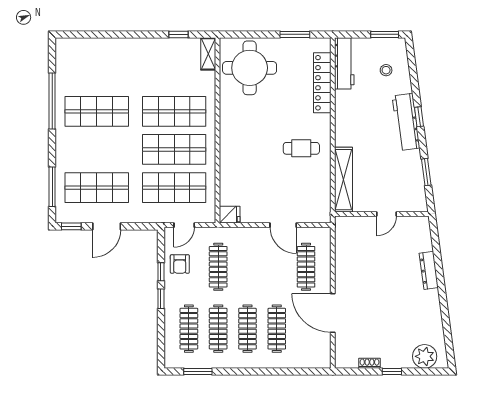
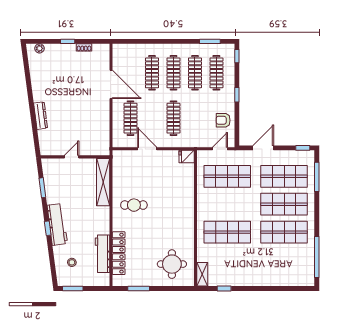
workbench: (344, 63) -> (103, 254), moved
round table: (250, 68) -> (172, 264), width x0.73, depth x0.73
window: (52, 101) -> (317, 257), moved
shop shelf: (174, 149) -> (284, 204), moved
door: (107, 226) -> (263, 148), moved
armchair: (180, 264) -> (223, 120), turned -90
clothes rail: (218, 267) -> (173, 118), moved
window: (161, 272) -> (237, 56), moved
plant: (425, 356) -> (39, 48), width x0.53, depth x0.53

